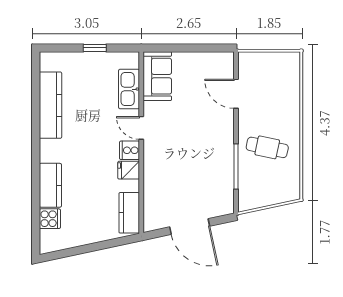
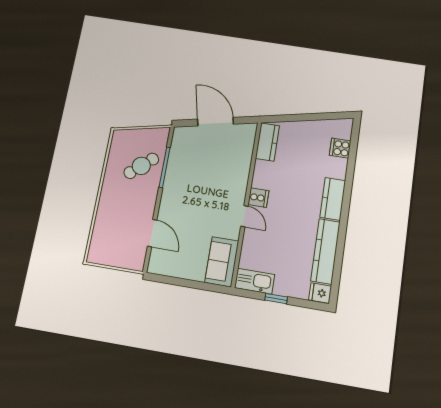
kitchen sink: (129, 89) -> (255, 281), moved, turned -90
cafe table: (267, 147) -> (141, 166), moved, turned -53
fridge: (129, 170) -> (320, 293), moved, turned 180
kitchen counter: (50, 185) -> (333, 199), moved

